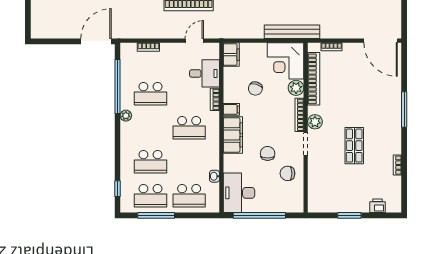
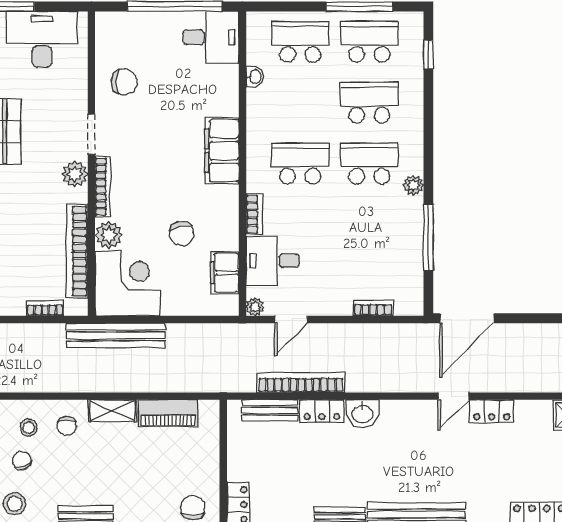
plant: (214, 48) -> (255, 307), added
filing cabinet: (231, 55) -> (225, 273), moved
window: (118, 87) -> (428, 237), width x0.68
chair: (255, 89) -> (182, 234), turned 151
school desk: (150, 94) -> (369, 164), moved
filing cabinet: (231, 109) -> (225, 196), removed
chair: (268, 153) -> (160, 118), removed
desk: (239, 193) -> (211, 37), width x0.73
desk: (333, 197) -> (42, 39), added

